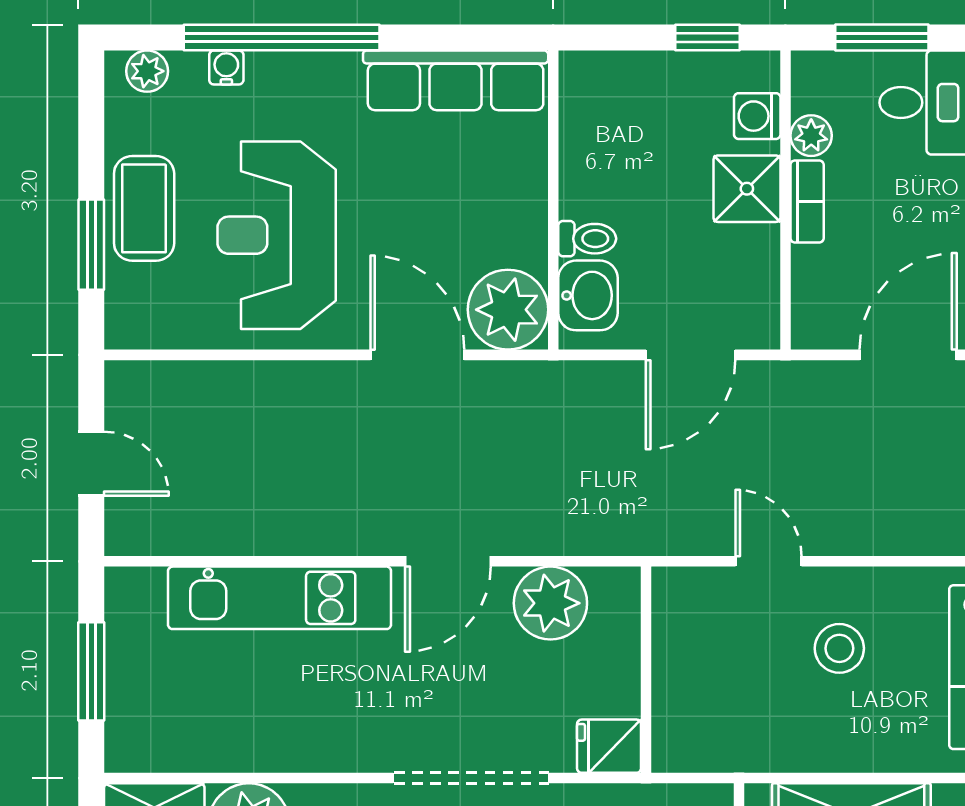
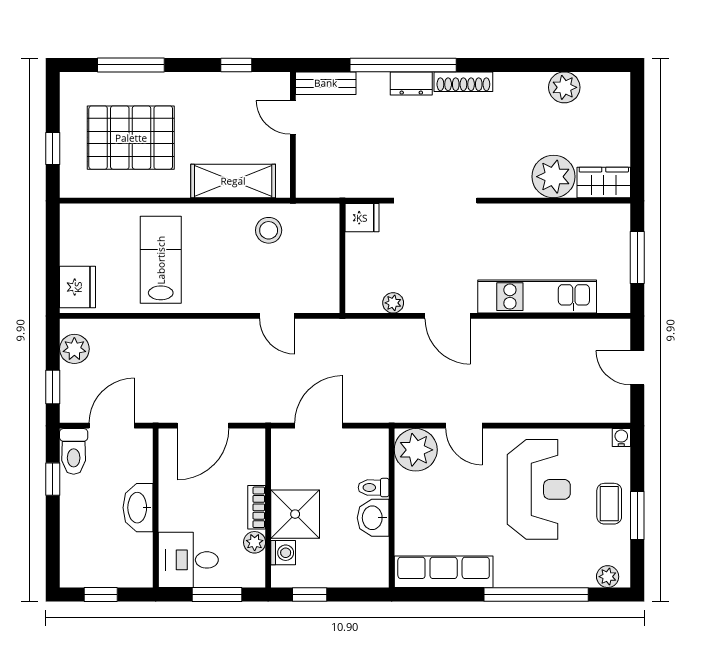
water cooler: (226, 67) -> (621, 438), moved, turned 180
shower: (747, 189) -> (295, 514), width x1.36, depth x1.36
coffee table: (144, 208) -> (609, 504), width x0.73, depth x0.77
window: (91, 245) -> (637, 515), moved
washbasin: (588, 295) -> (373, 518), moved
door: (417, 355) -> (464, 426), width x0.73
door: (448, 561) -> (448, 316), swing flipped
plant: (550, 603) -> (393, 303), width x0.53, depth x0.53
stool: (839, 648) -> (269, 230), moved

